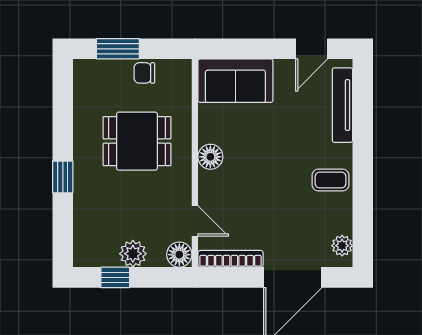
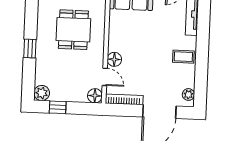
dining table: (137, 141) -> (73, 30), turned 90
floor lamp: (210, 157) -> (114, 59), moved
plant: (133, 254) -> (42, 93), moved

